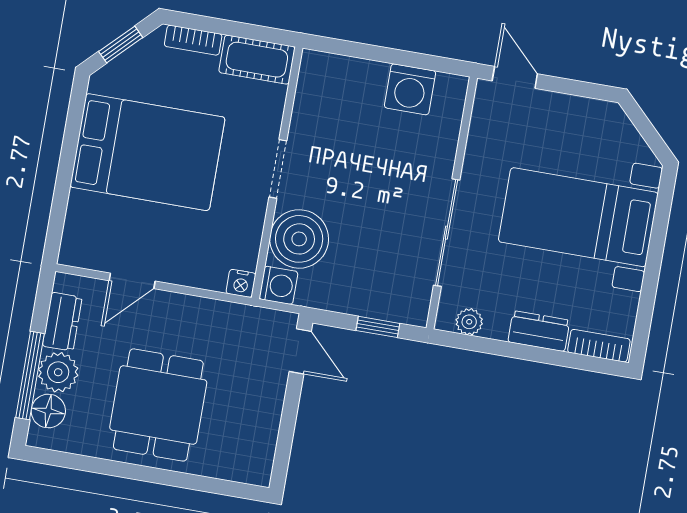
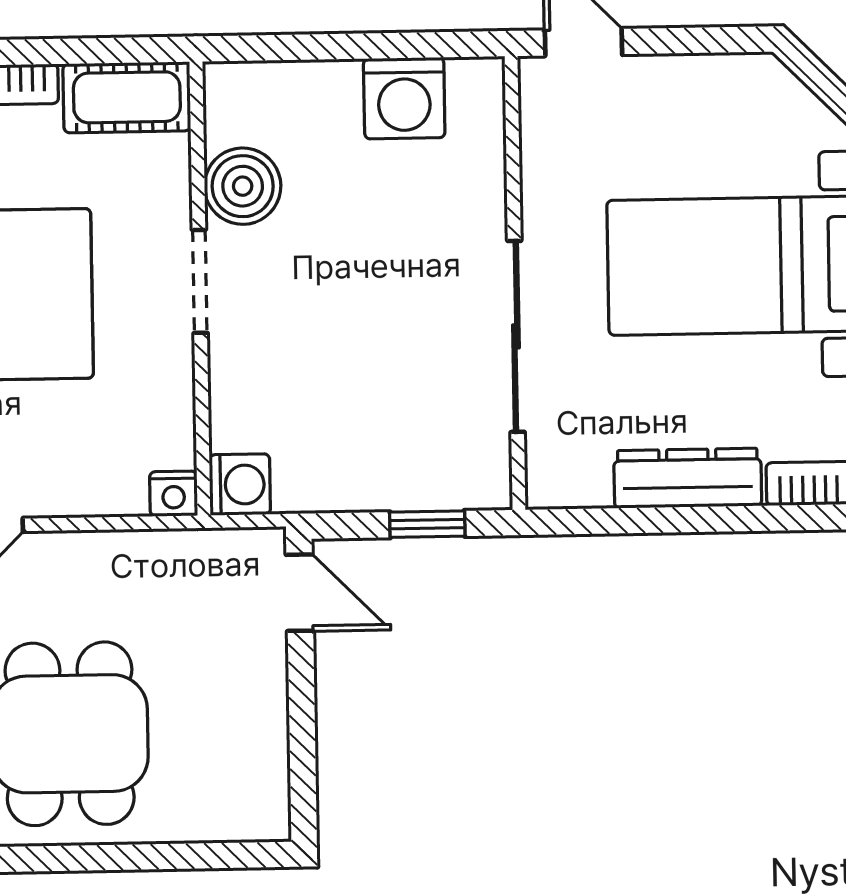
boiler: (299, 239) -> (243, 186), moved, width x0.73, depth x0.73
plant: (469, 322) -> (585, 485), removed
dresser: (539, 331) -> (688, 478), width x1.44

